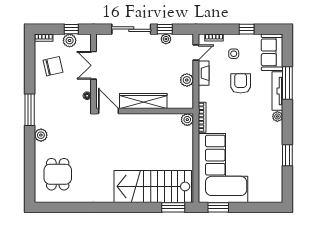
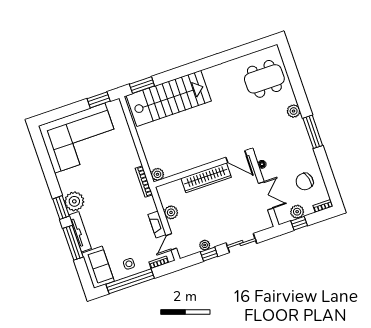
sliding door: (131, 29) -> (241, 243), width x0.73
window: (247, 29) -> (130, 281), width x3.17
side table: (234, 54) -> (129, 264), moved
armchair: (241, 83) -> (118, 227), removed
plant: (277, 116) -> (74, 201), width x1.88, depth x1.88
window: (287, 155) -> (61, 208), moved
corner sofa: (223, 168) -> (80, 138), moved, turned -90
dining table: (58, 174) -> (264, 79), width x1.37

